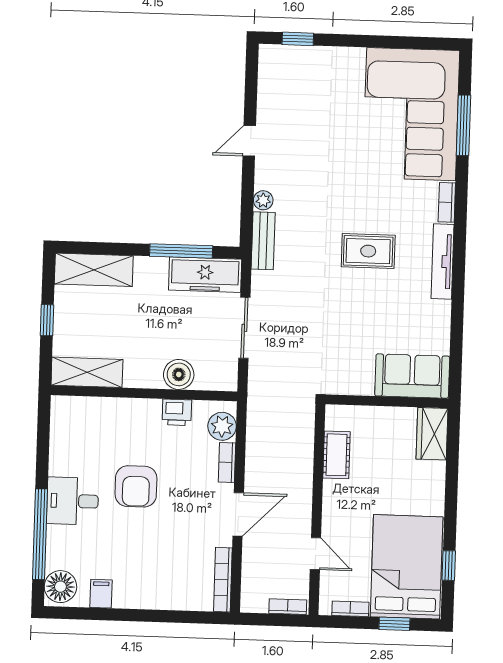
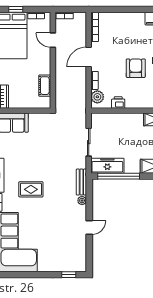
window: (181, 251) -> (119, 176), width x1.46
rug: (368, 251) -> (31, 189), moved
boiler: (179, 374) -> (118, 120), removed

